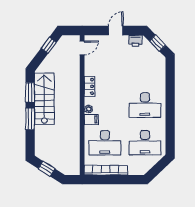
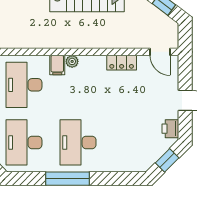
locker: (89, 86) -> (122, 63), moved
window: (170, 112) -> (67, 179), added

